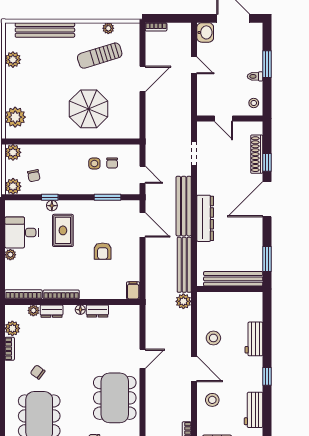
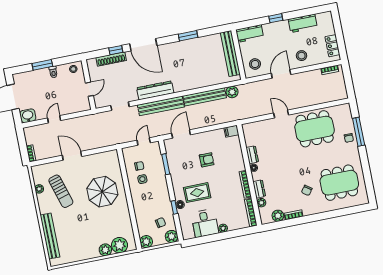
plant: (13, 60) -> (105, 250), moved
dresser: (205, 218) -> (155, 90), moved
bench: (233, 279) -> (230, 54), moved
wall: (230, 289) -> (238, 55), moved

